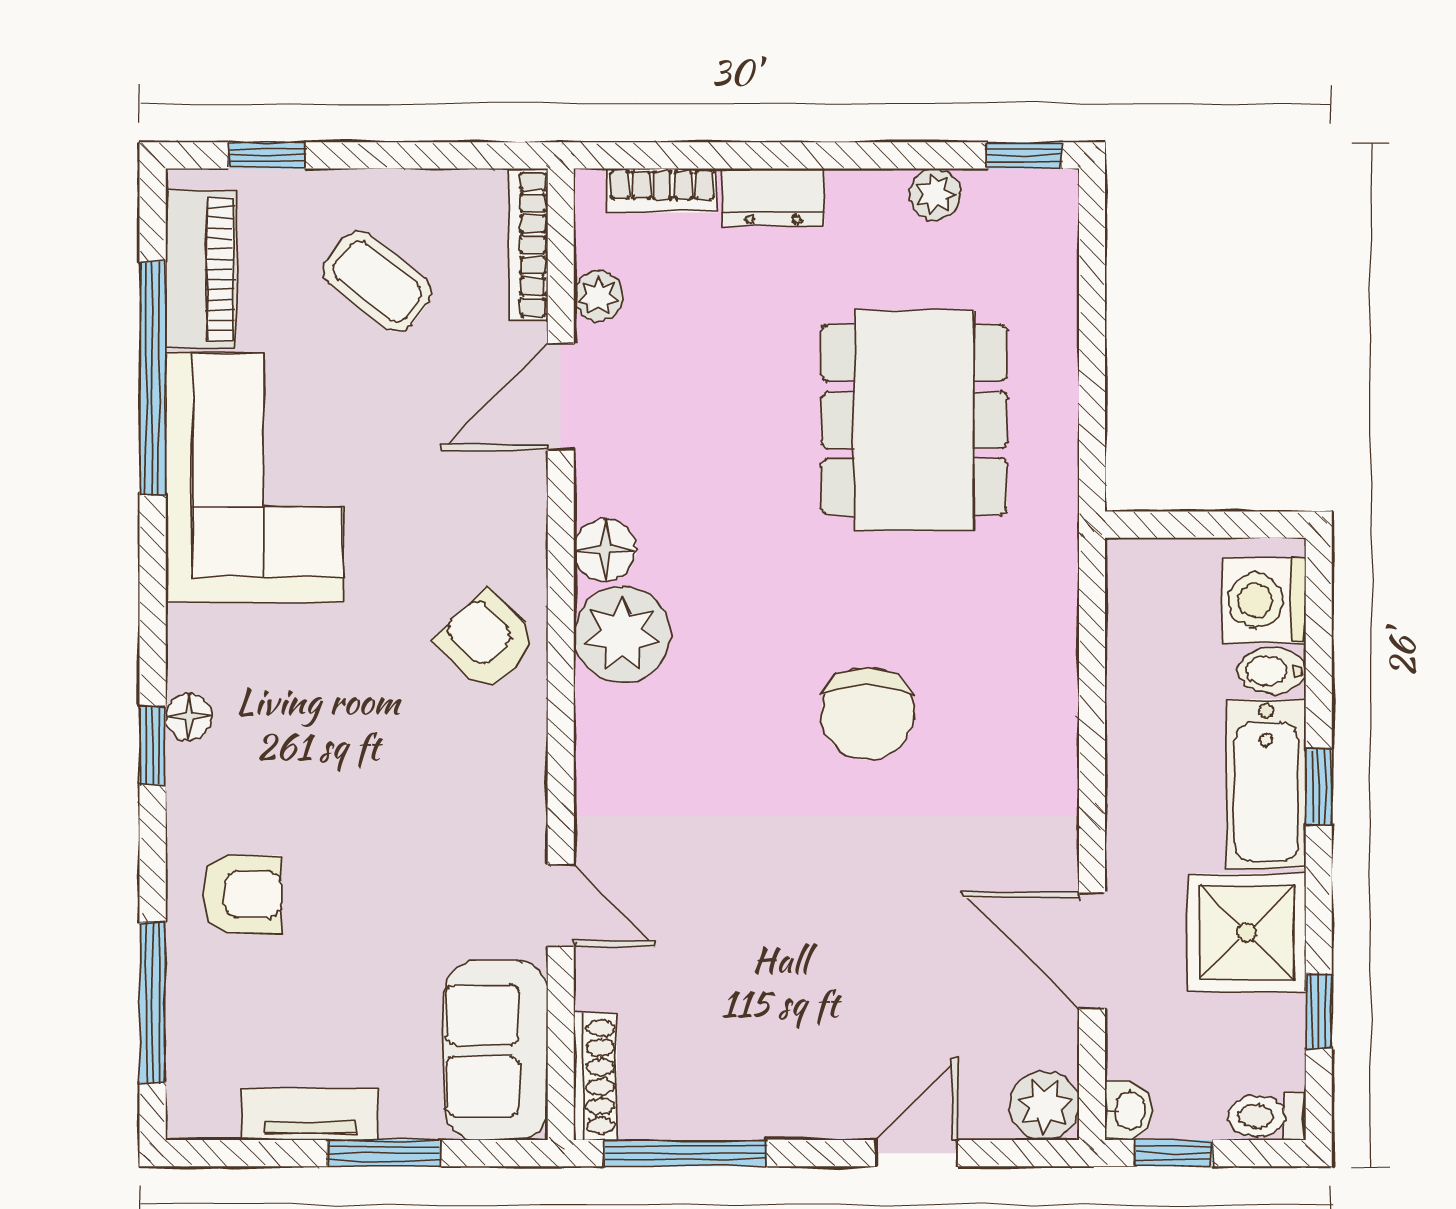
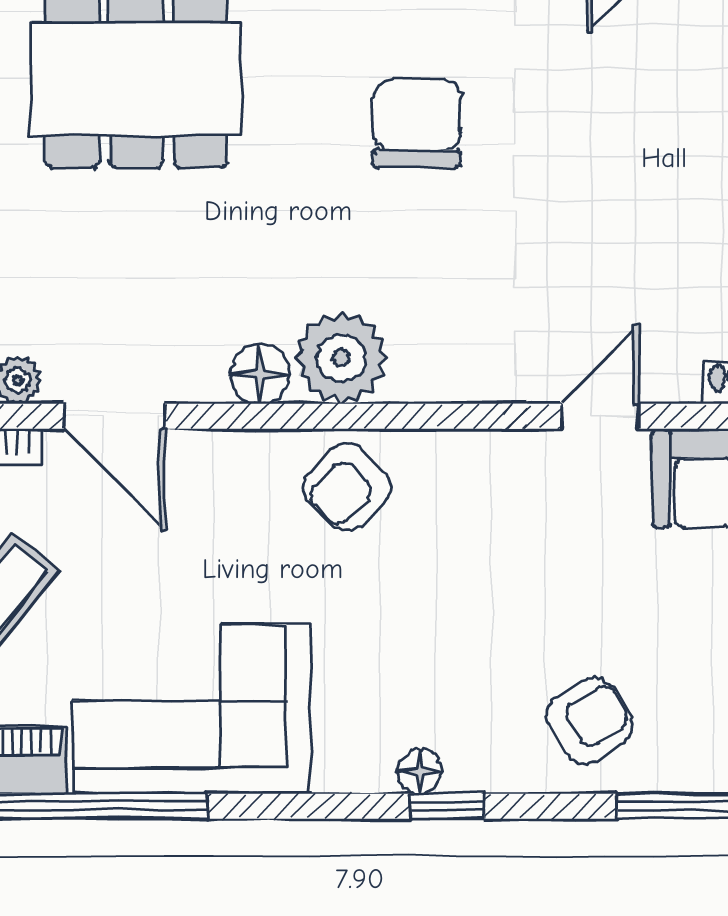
chair: (868, 713) -> (417, 123), turned -90
armchair: (242, 894) -> (589, 721), turned 58

